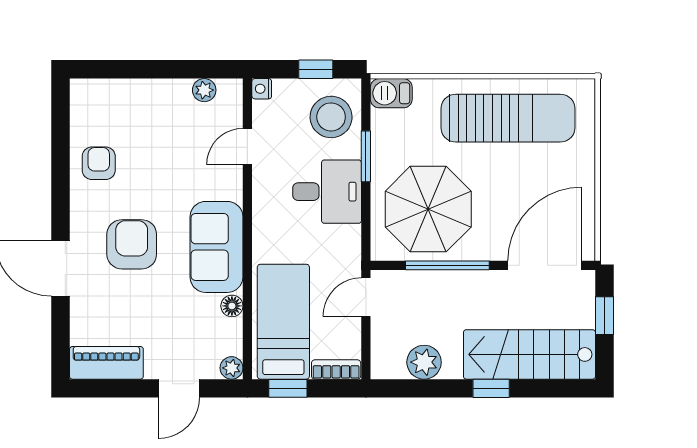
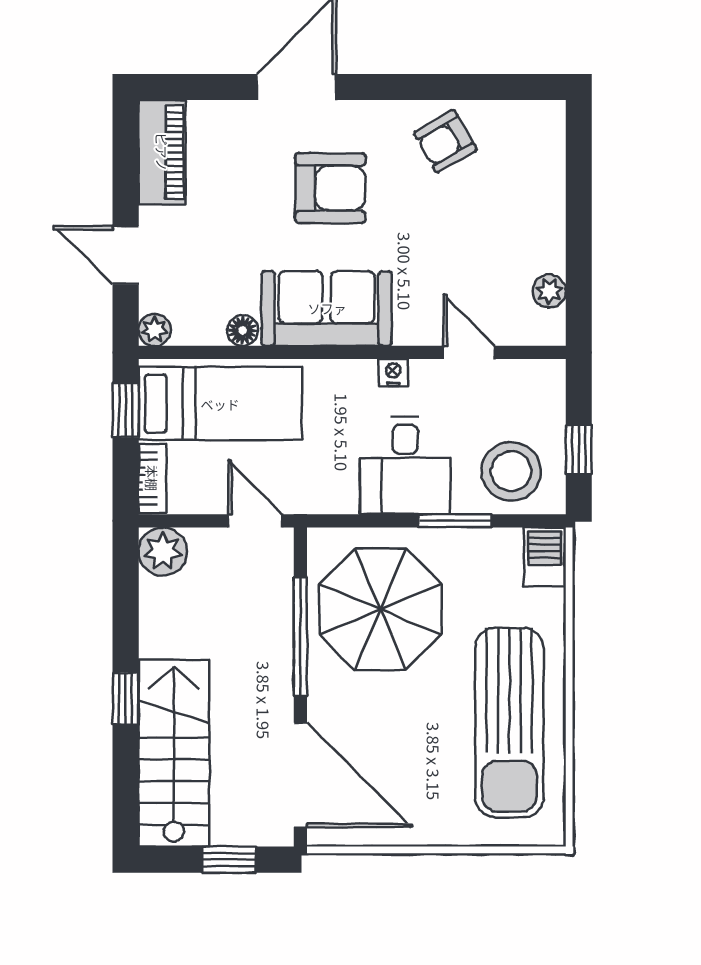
nightstand: (262, 89) -> (393, 373), moved
armchair: (99, 163) -> (445, 141), turned 150
plant: (424, 362) -> (163, 551), moved

